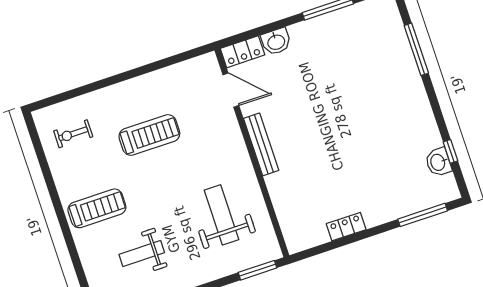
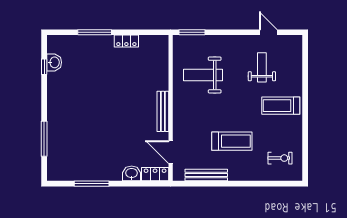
bench: (170, 75) -> (206, 175), added
treadmill: (149, 135) -> (232, 141), turned 180
weight bench: (221, 215) -> (203, 75), turned 90
window: (423, 215) -> (95, 32), moved
weight bench: (142, 254) -> (262, 67), turned -90

